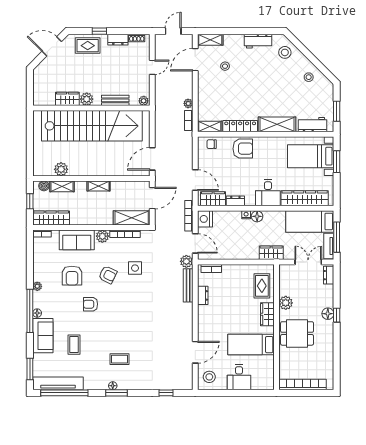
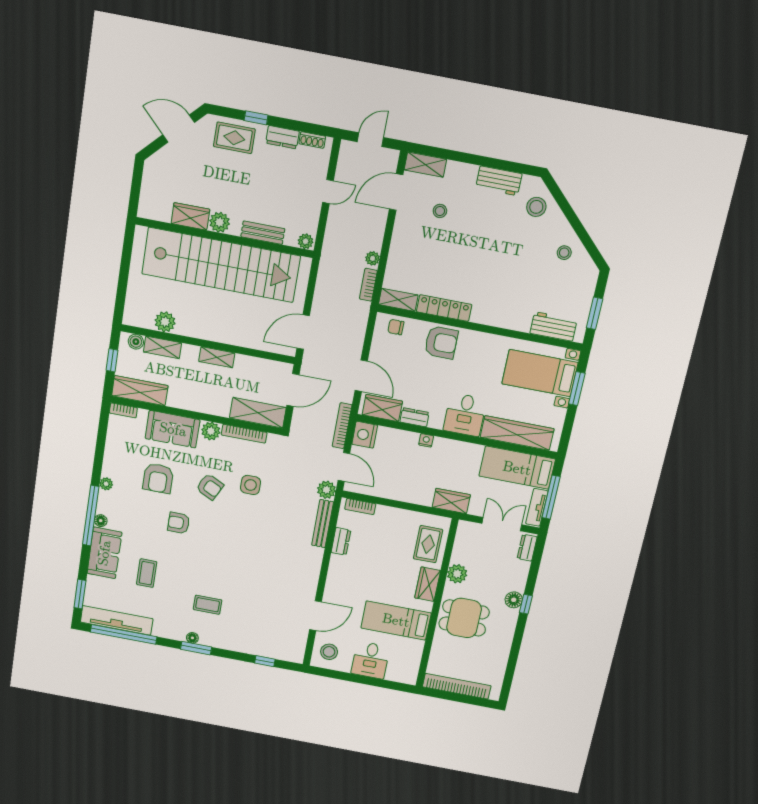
shelving: (277, 124) -> (500, 316), removed
floor lamp: (257, 216) -> (442, 446), removed

